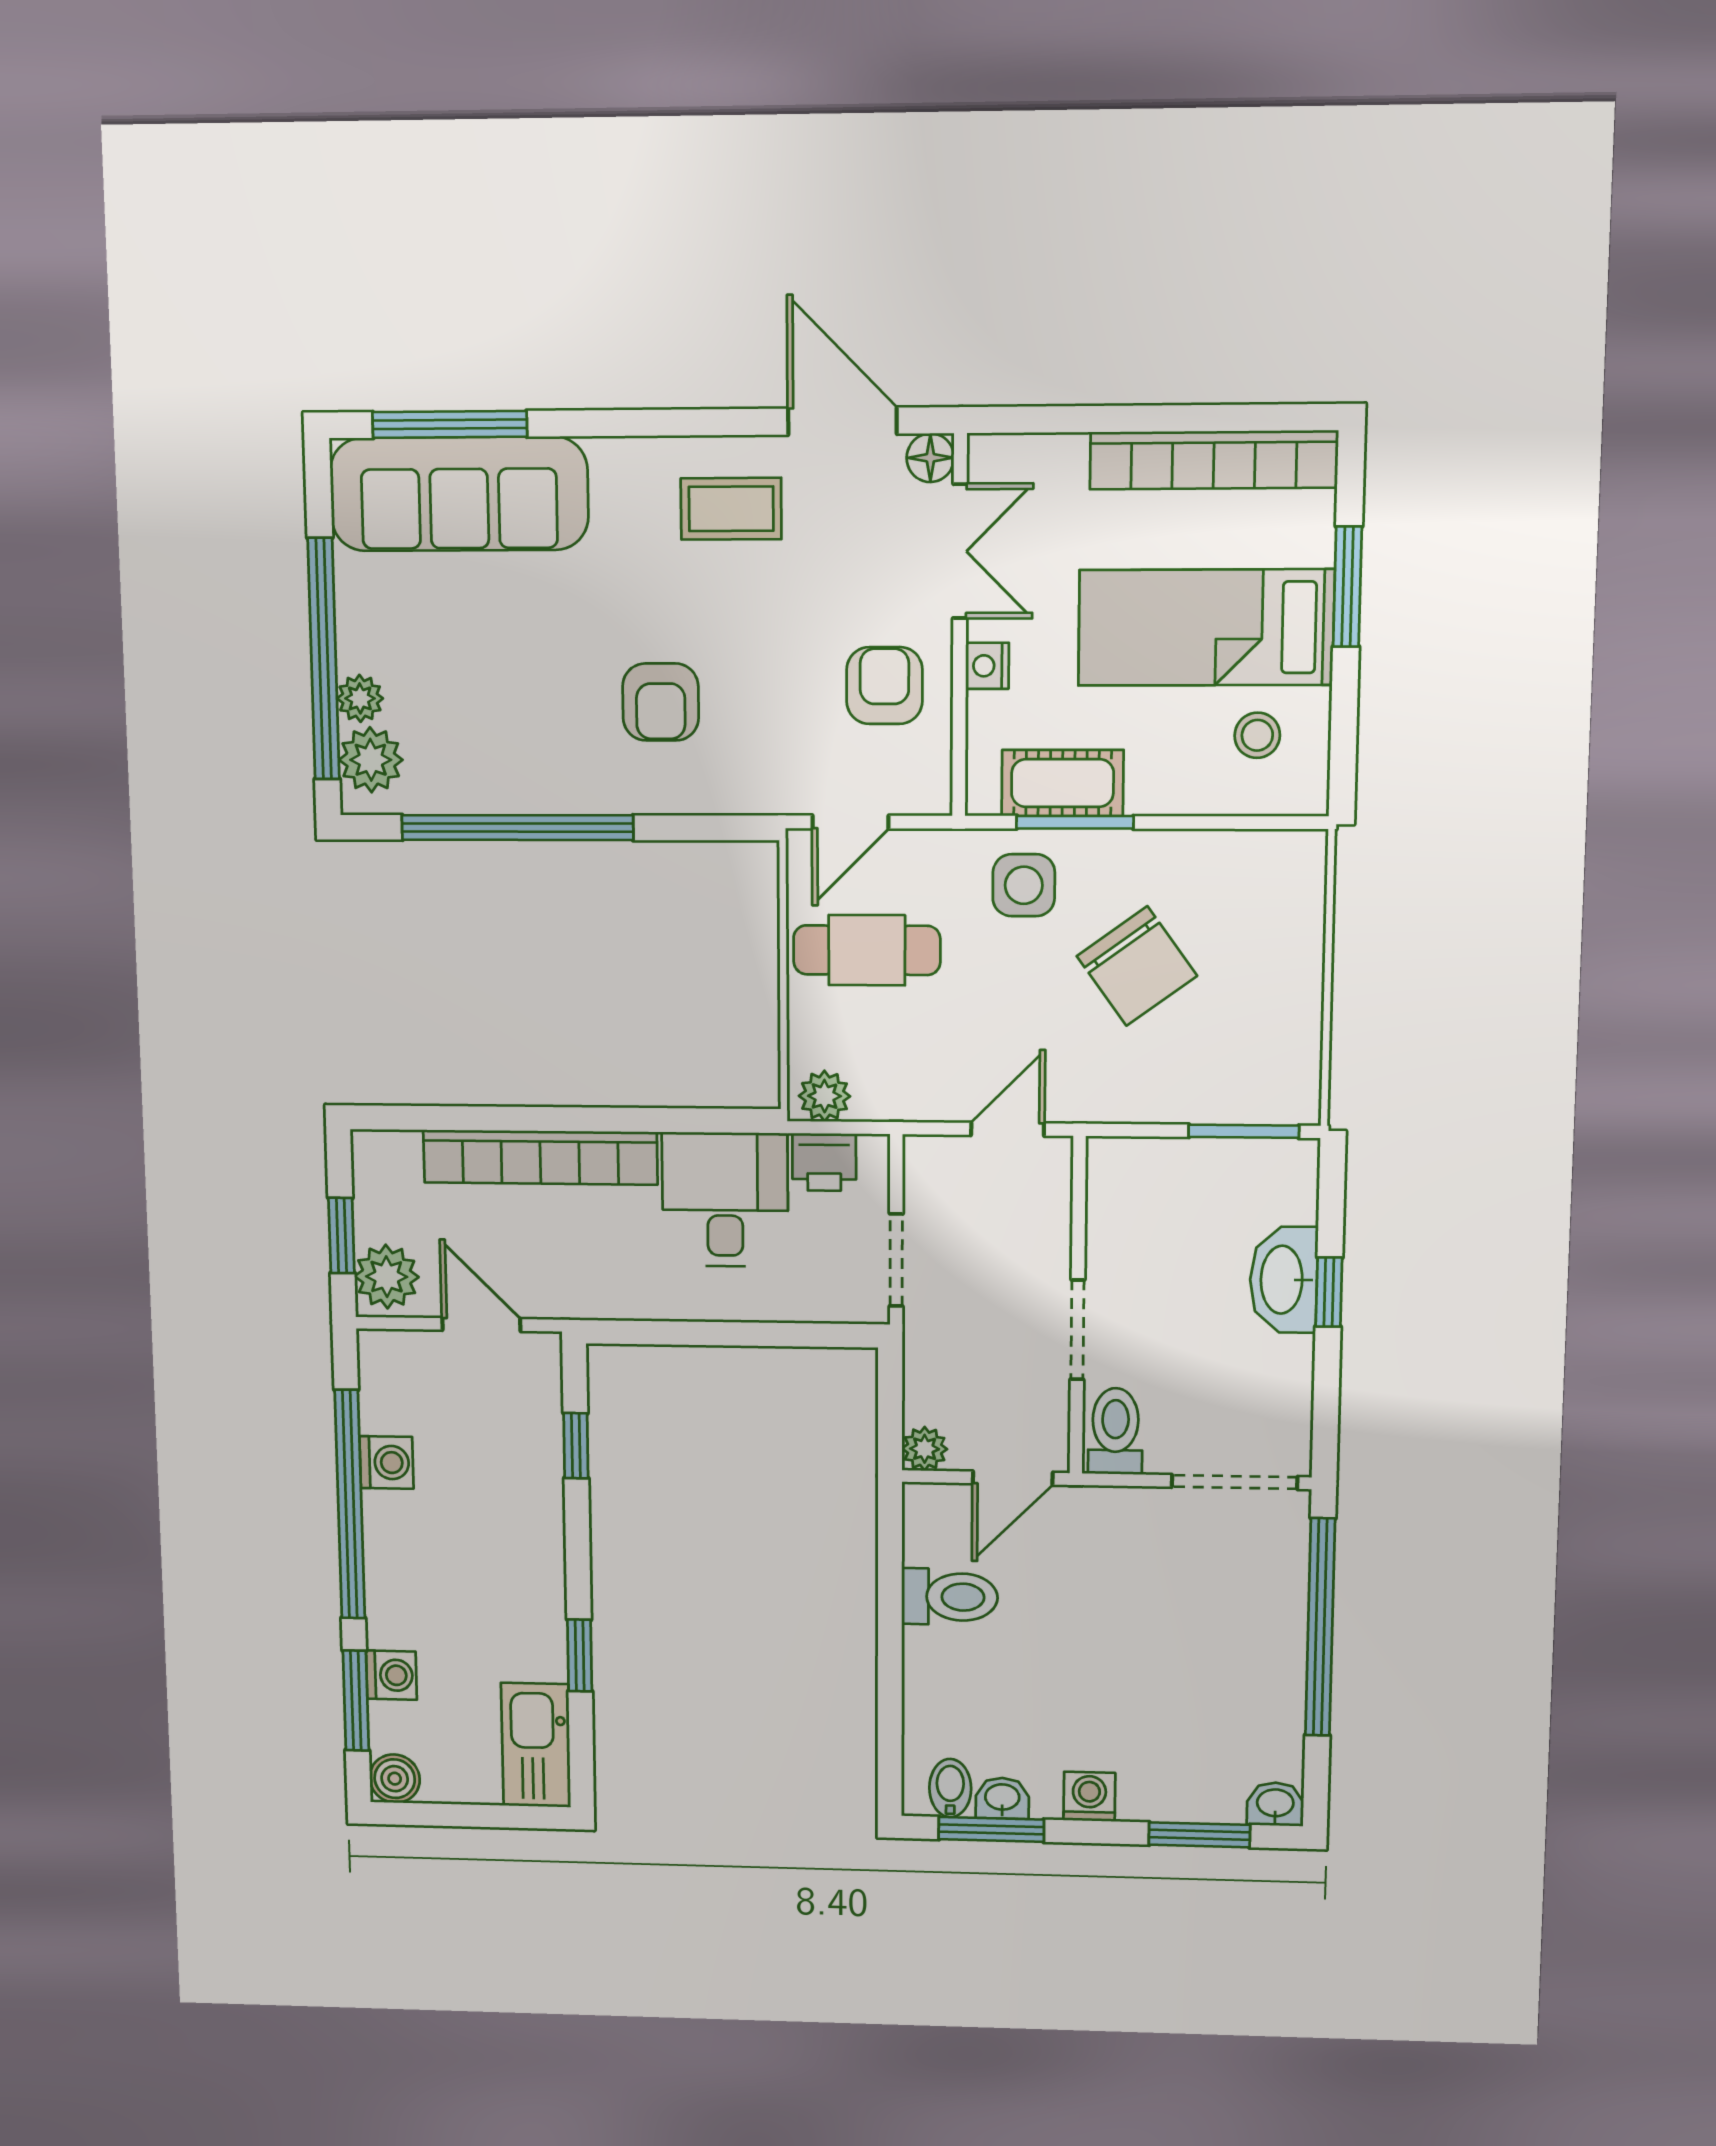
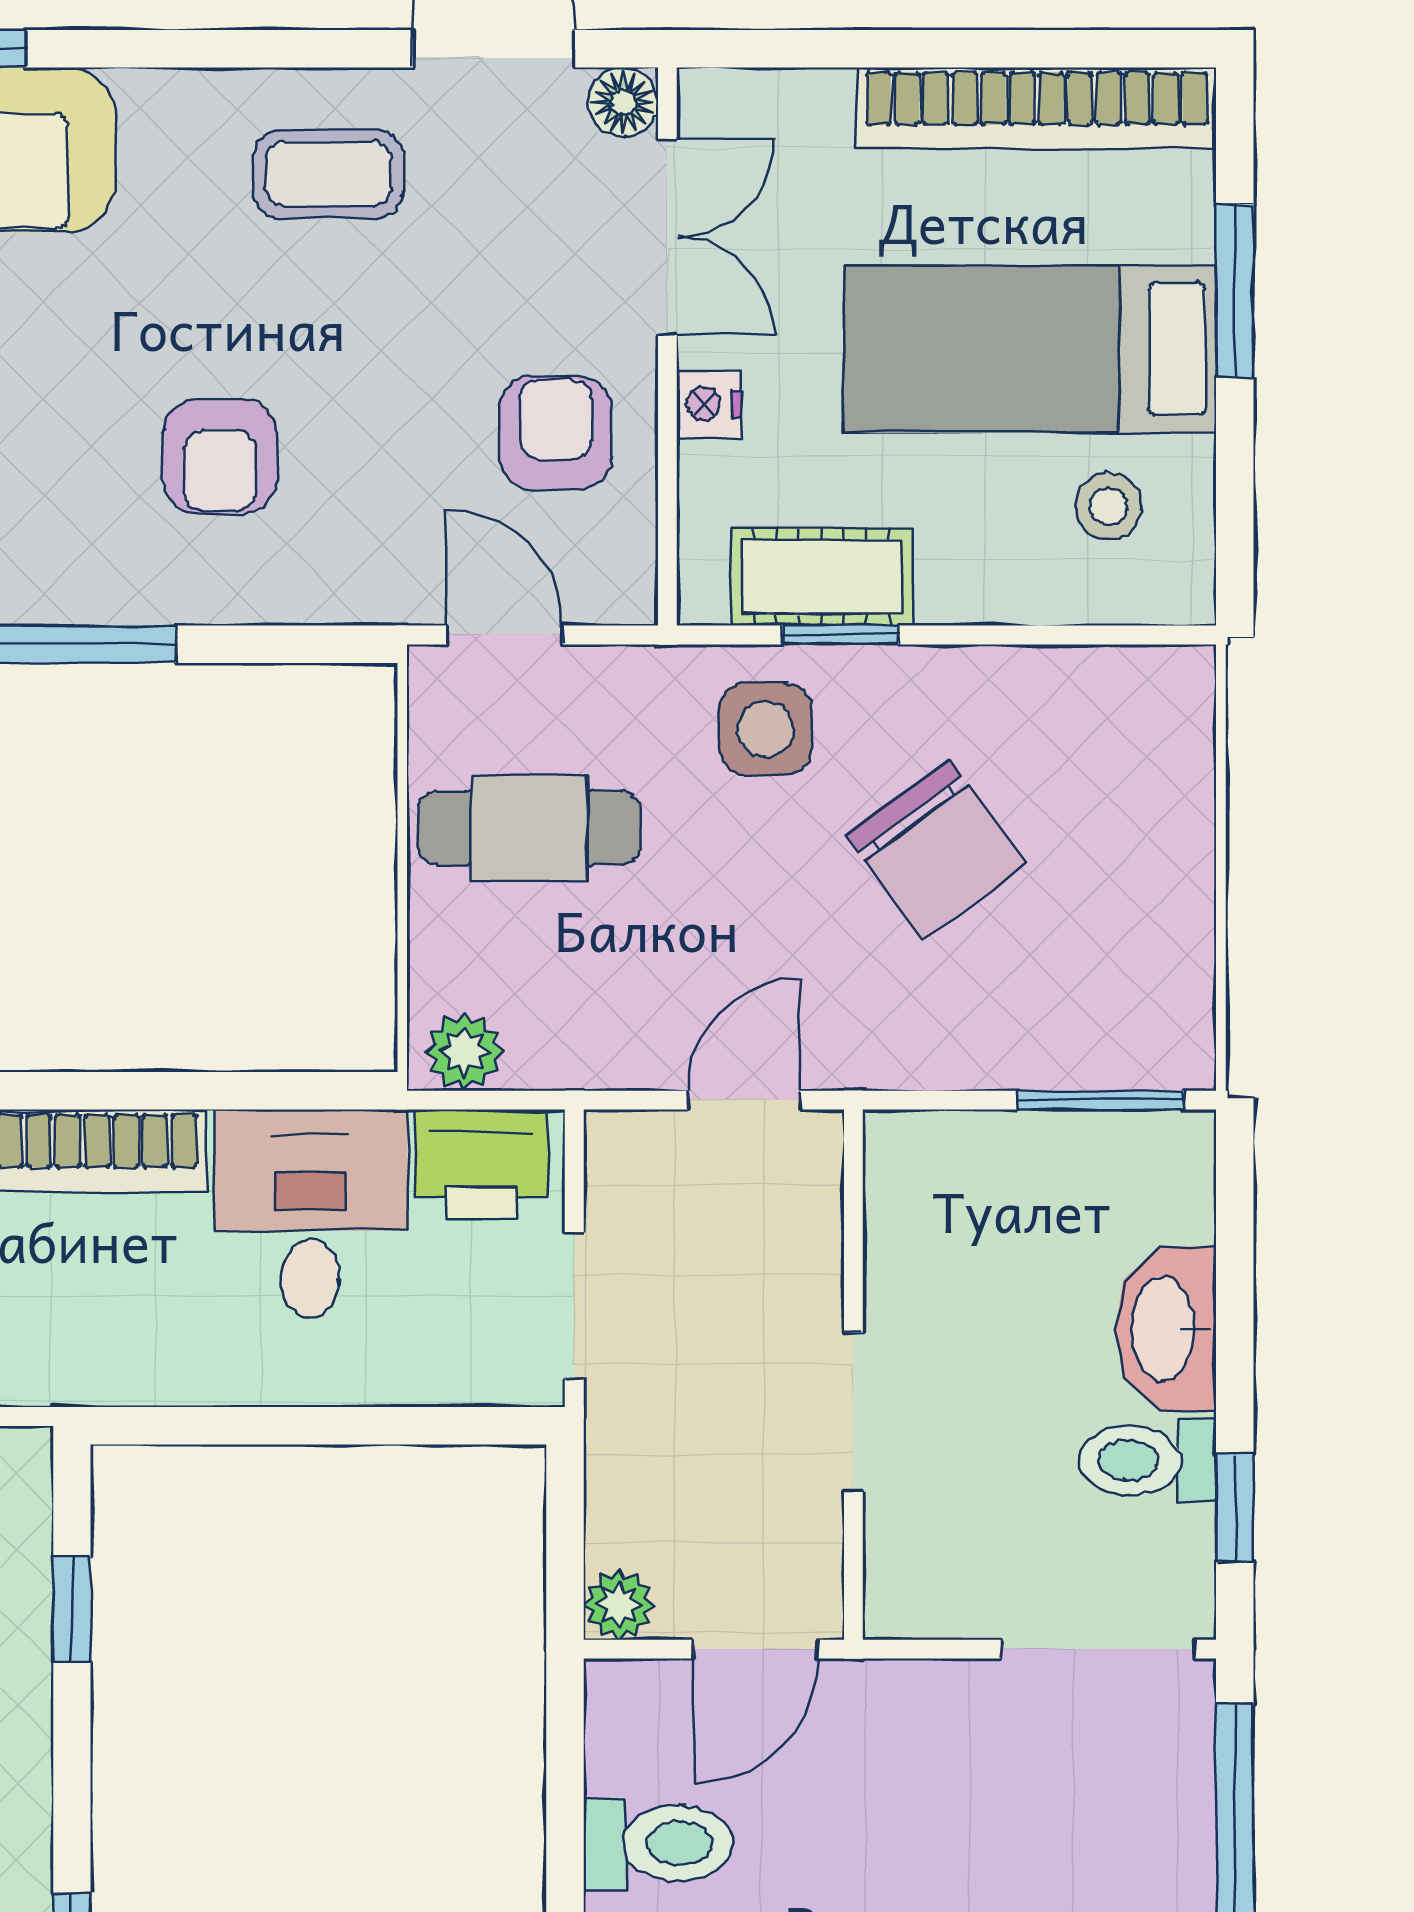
door: (850, 822) -> (505, 635), swing flipped
window: (1075, 822) -> (841, 635), width x0.67
printer: (824, 1162) -> (481, 1165), width x1.36, depth x1.24
window: (1329, 1292) -> (1235, 1508), moved
toilet: (1115, 1431) -> (1148, 1460), moved, turned -90

